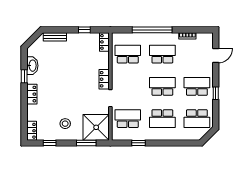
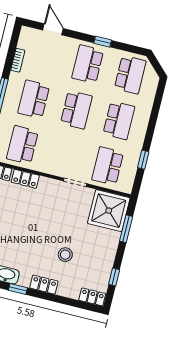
locker: (104, 79) -> (25, 179), moved
school desk: (162, 86) -> (76, 110), turned 180
stool: (65, 124) -> (65, 255), moved

